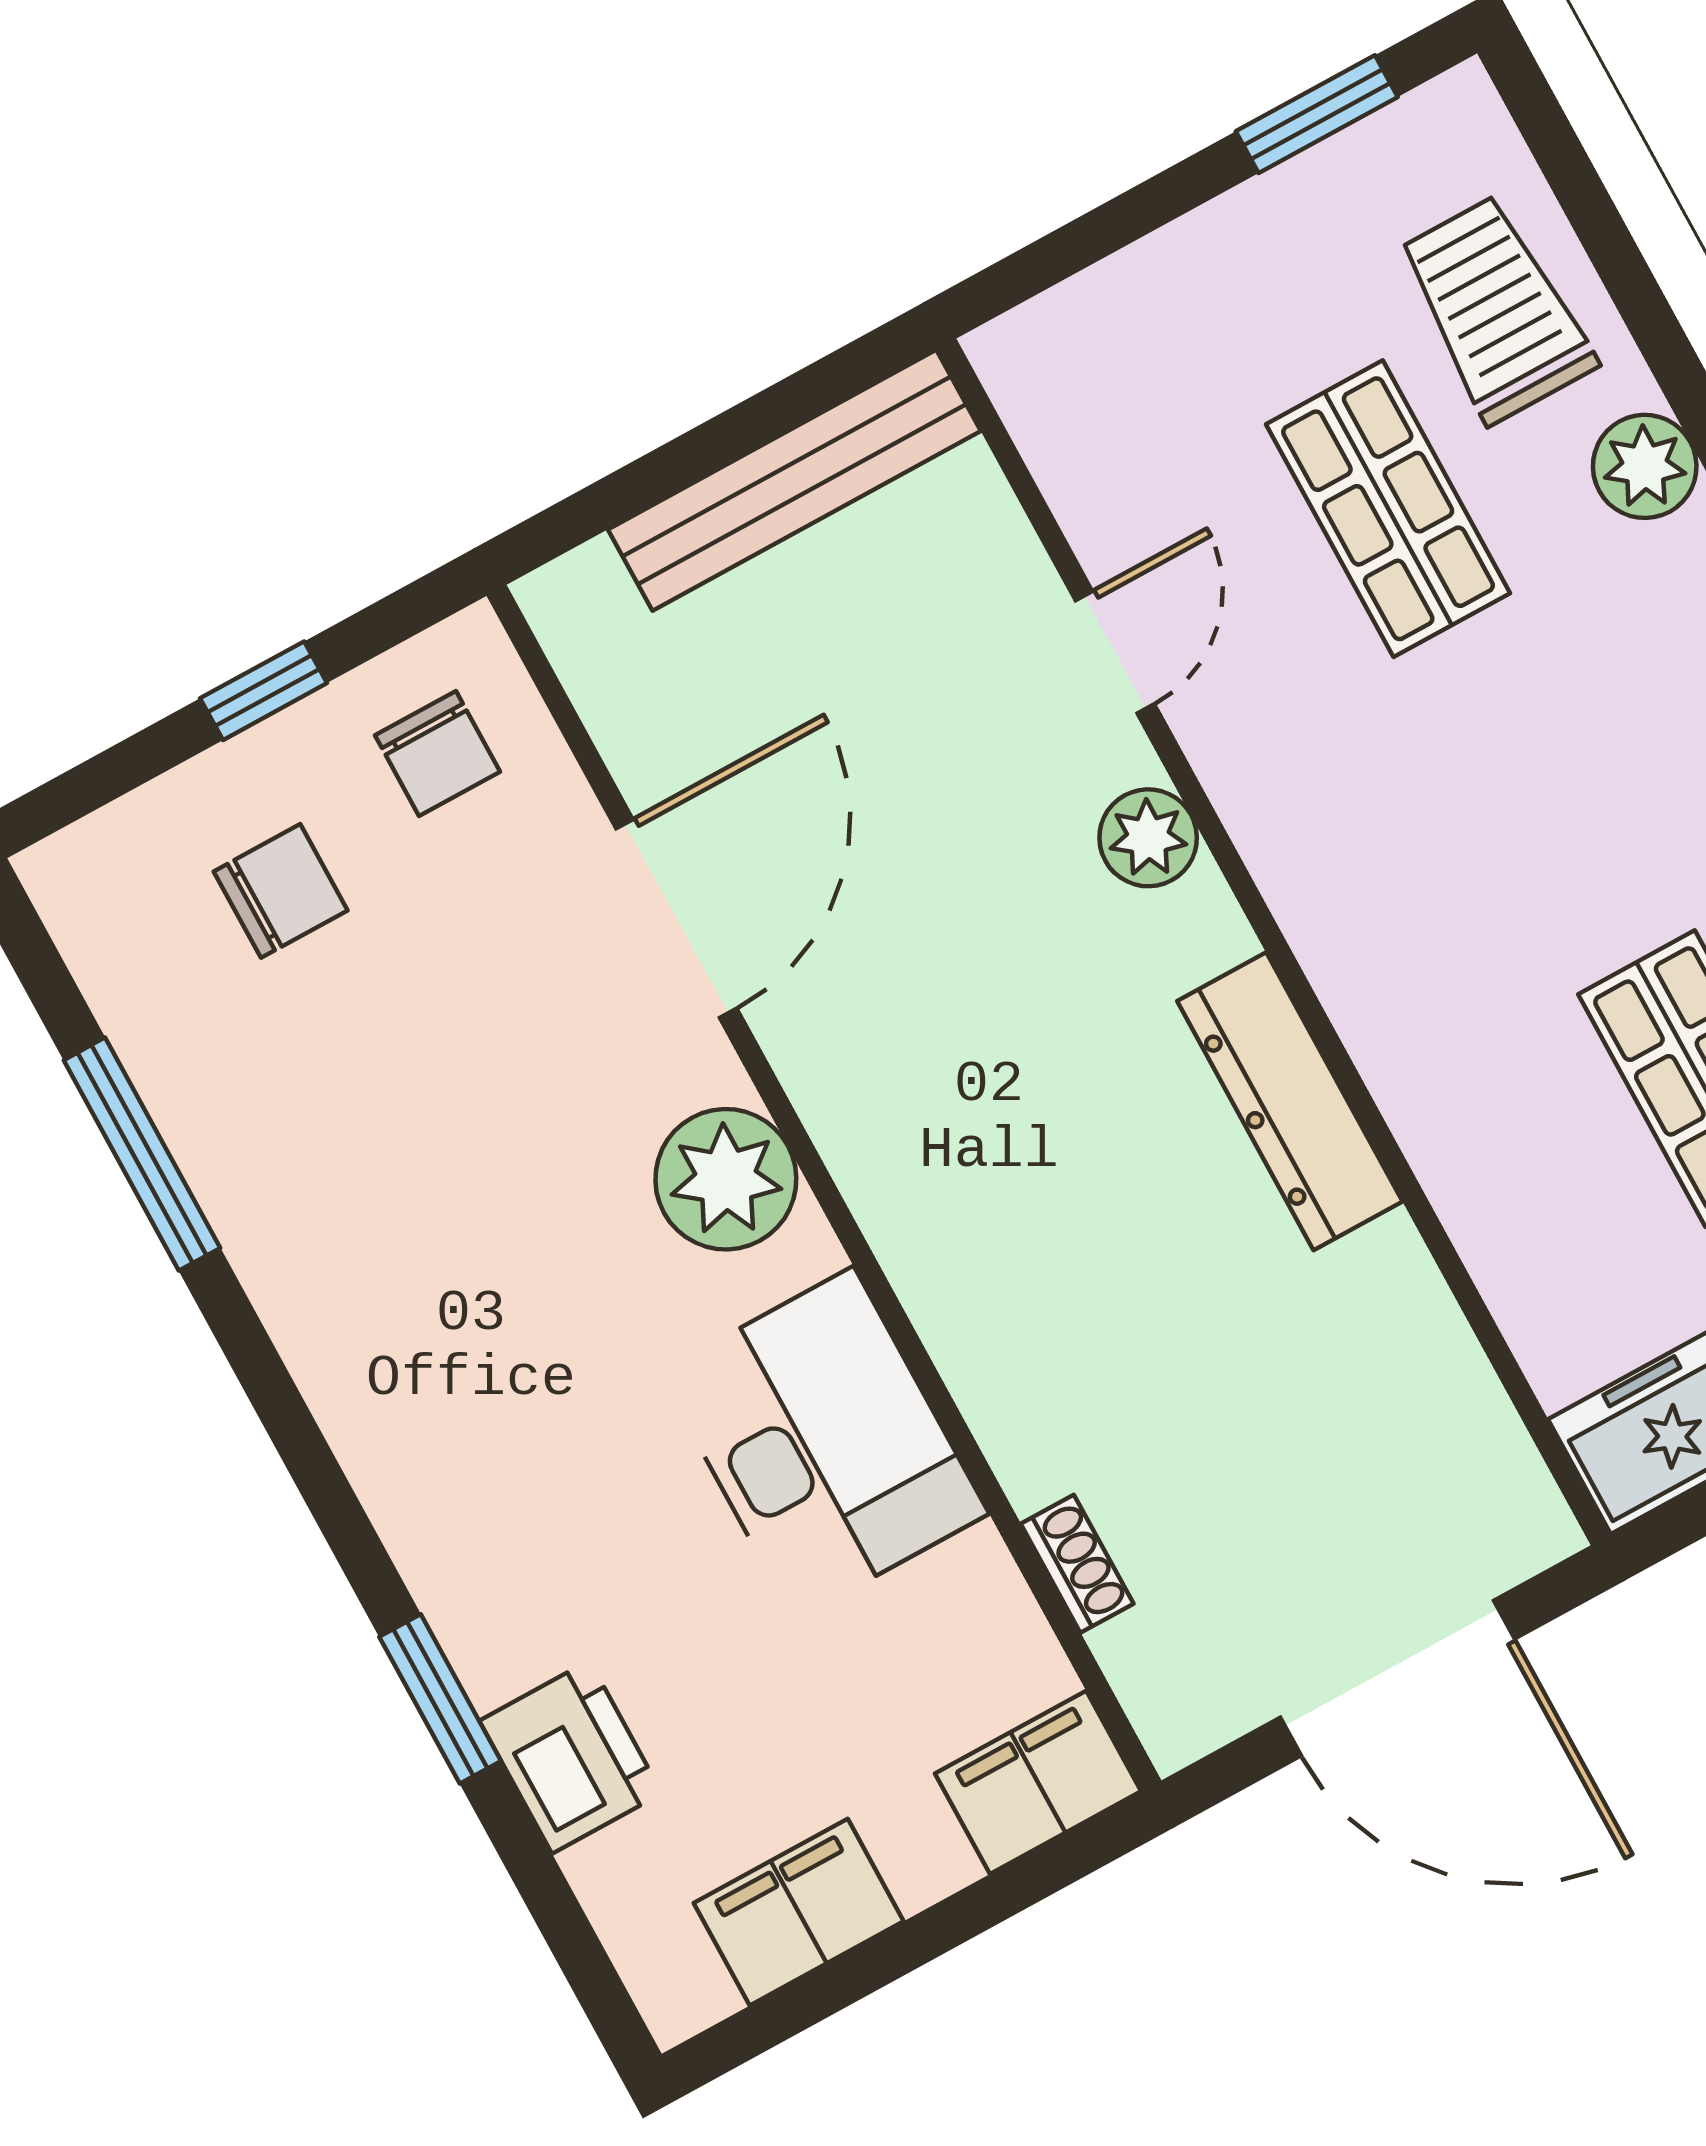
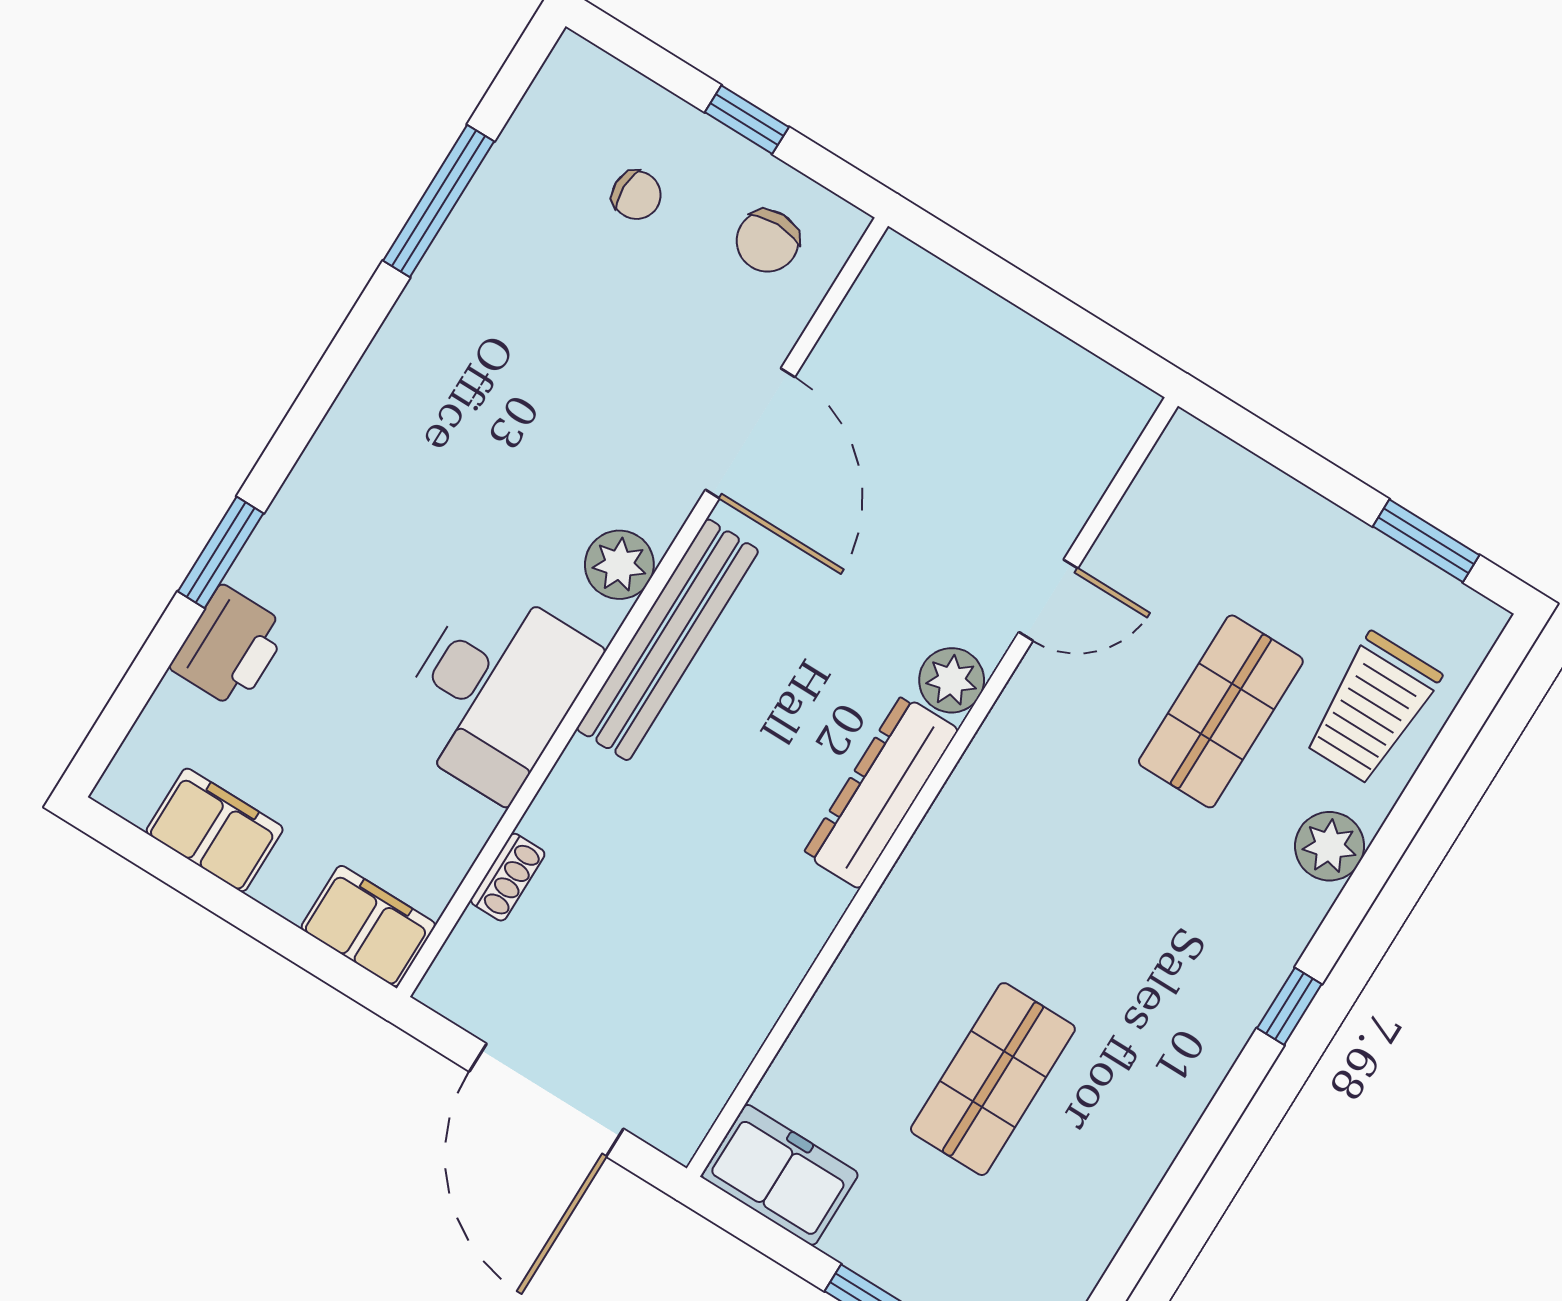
trolley: (1496, 309) -> (1372, 709), turned 180
bench: (794, 480) -> (668, 640), moved, turned 90
chair: (281, 891) -> (636, 195), width x0.73, depth x0.73
door: (676, 918) -> (750, 433), hinge flipped
dresser: (1290, 1101) -> (881, 792), moved
plant: (726, 1179) -> (619, 565), width x0.73, depth x0.73

